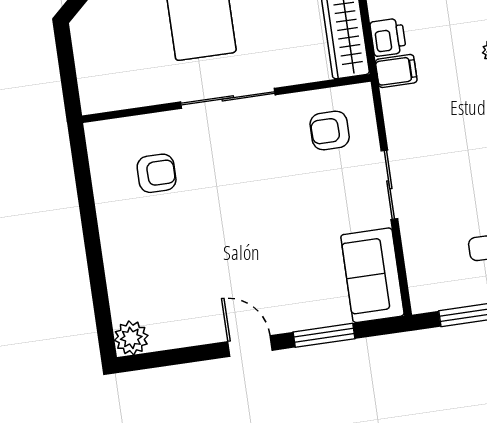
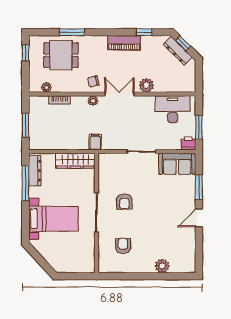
printer: (388, 37) -> (188, 143), moved
armchair: (330, 131) -> (124, 202), moved
plant: (131, 338) -> (162, 266), moved

